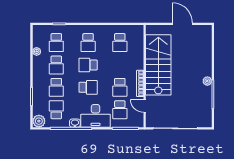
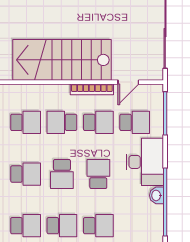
school desk: (56, 110) -> (62, 122), moved

